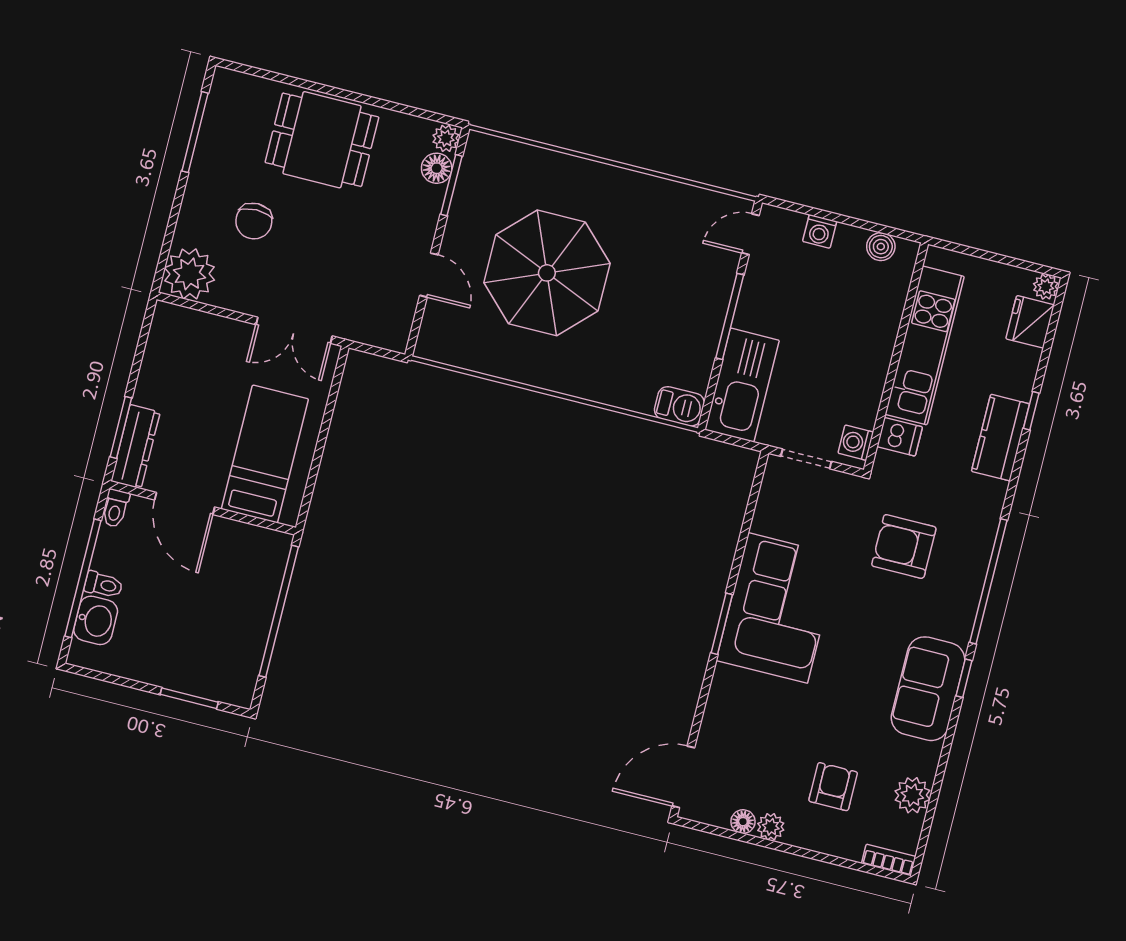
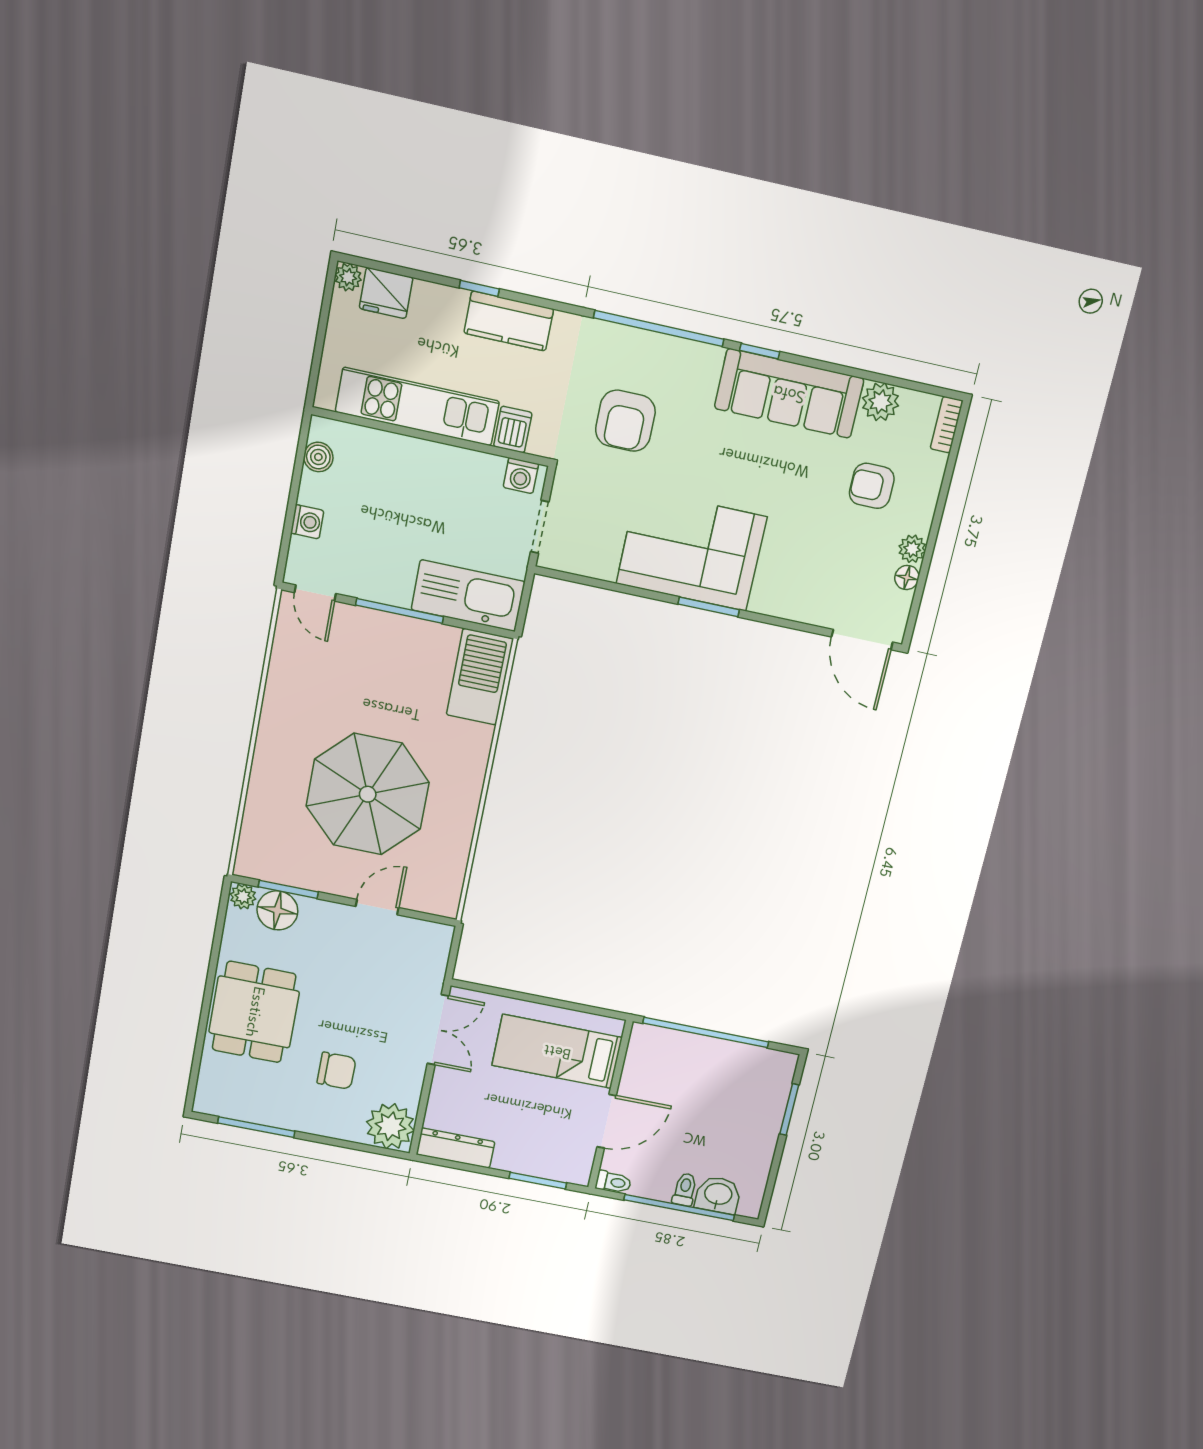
floor lamp: (437, 168) -> (277, 910), width x1.38, depth x1.38
barbecue: (679, 406) -> (480, 677), width x1.88, depth x1.53
dresser: (135, 447) -> (456, 1148), moved
sofa: (928, 689) -> (789, 393), width x1.36

